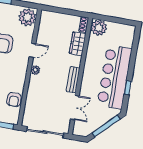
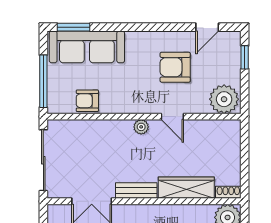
wardrobe: (78, 44) -> (186, 188), width x1.50

